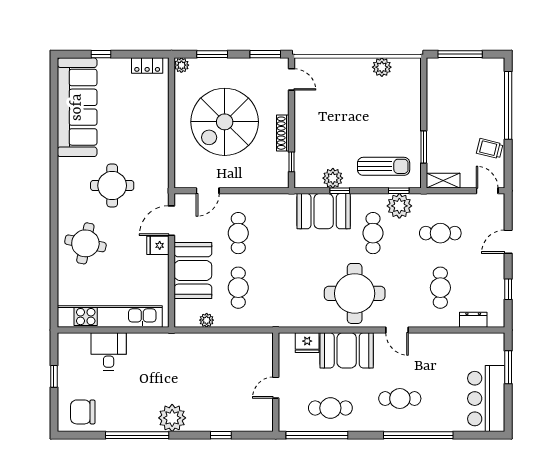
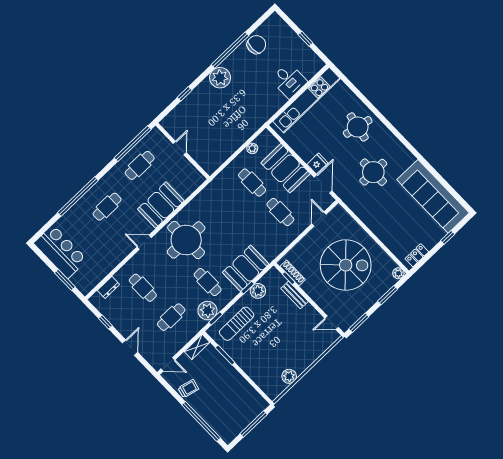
spiral stairs: (225, 122) -> (346, 265), turned 90
shoe rack: (283, 133) -> (293, 273), moved
bench: (301, 140) -> (295, 295), added
fridge: (307, 343) -> (186, 189), removed
chair: (83, 412) -> (256, 45), moved

